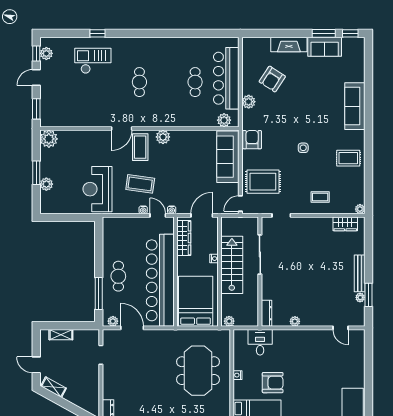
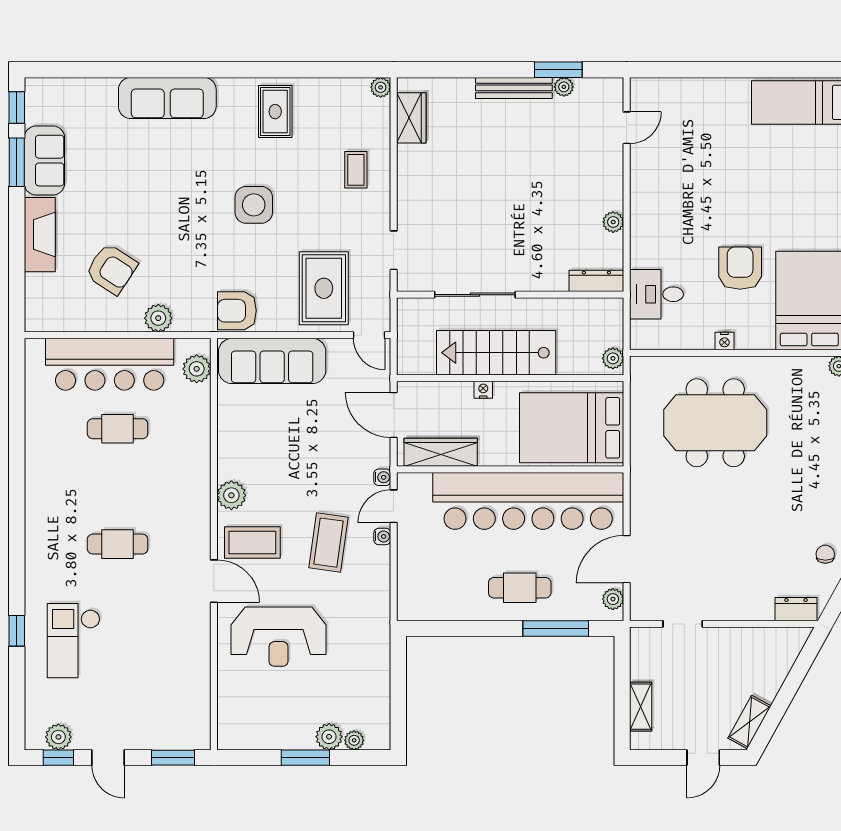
plant: (49, 139) -> (354, 740), moved, width x0.53, depth x0.53
side table: (303, 148) -> (254, 205), width x1.87, depth x1.87
reception desk: (98, 189) -> (279, 637), moved

